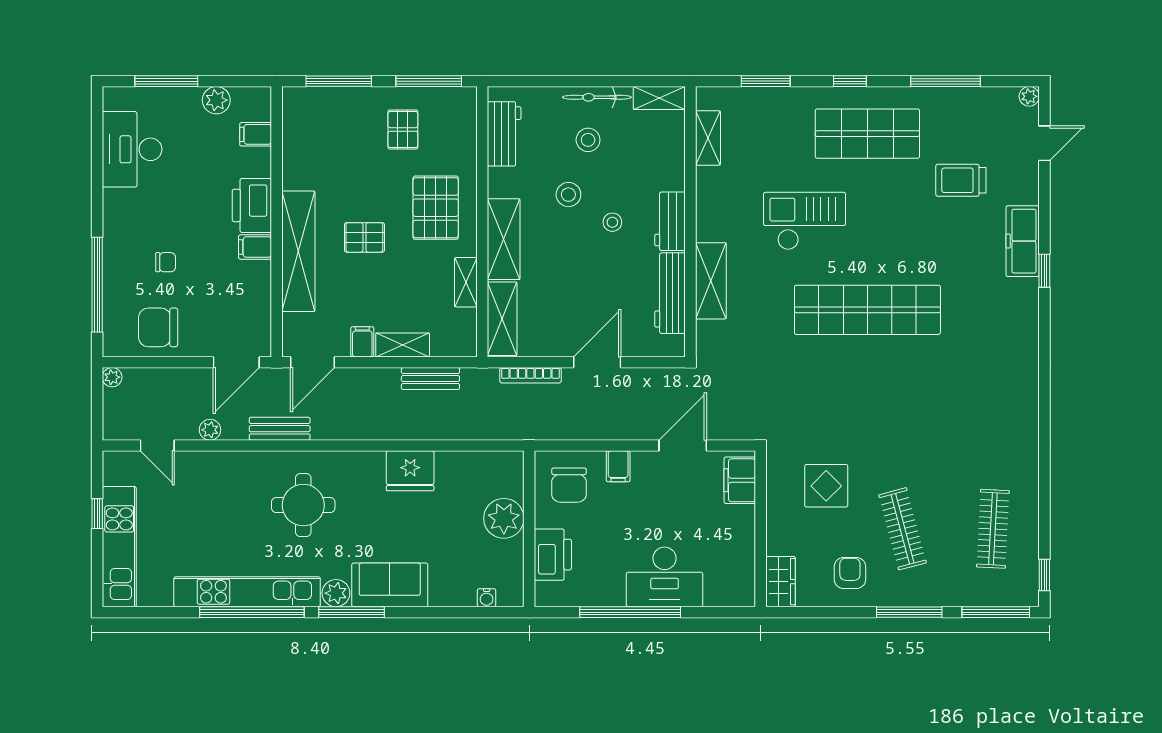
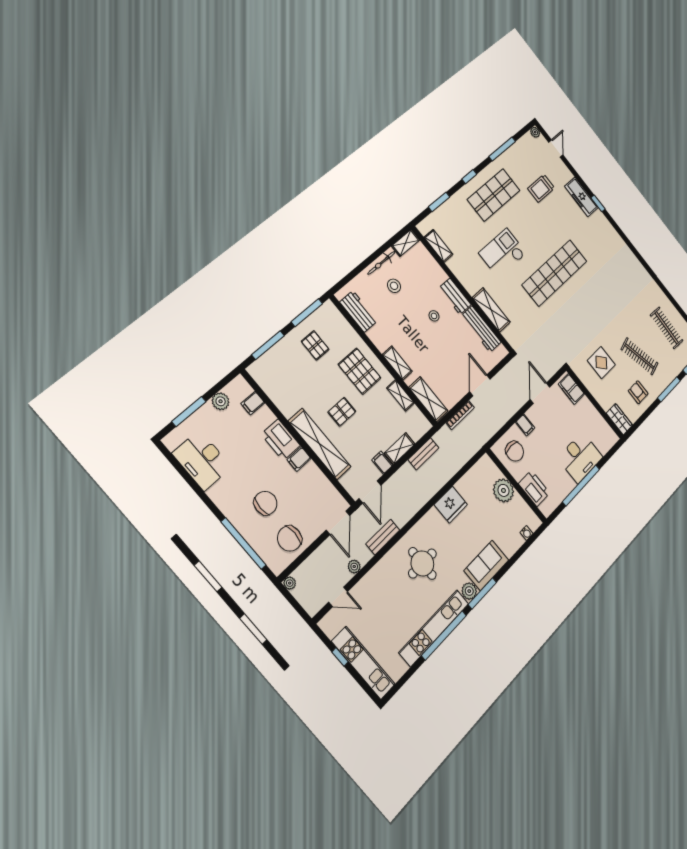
stool: (568, 195) -> (407, 318), removed
shelving: (504, 239) -> (397, 363), width x0.67, depth x0.75
chair: (166, 262) -> (266, 503), width x1.87, depth x1.87

